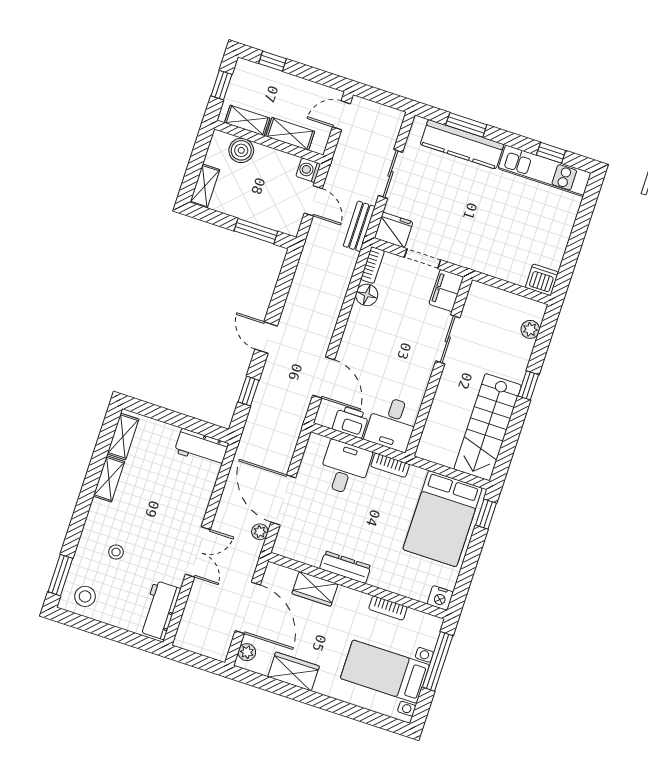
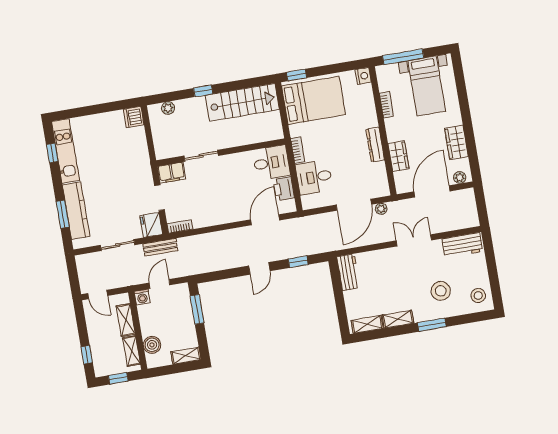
floor lamp: (367, 295) -> (200, 220), removed
stool: (116, 552) -> (441, 291), width x1.89, depth x1.89
window: (60, 575) -> (432, 325), moved

